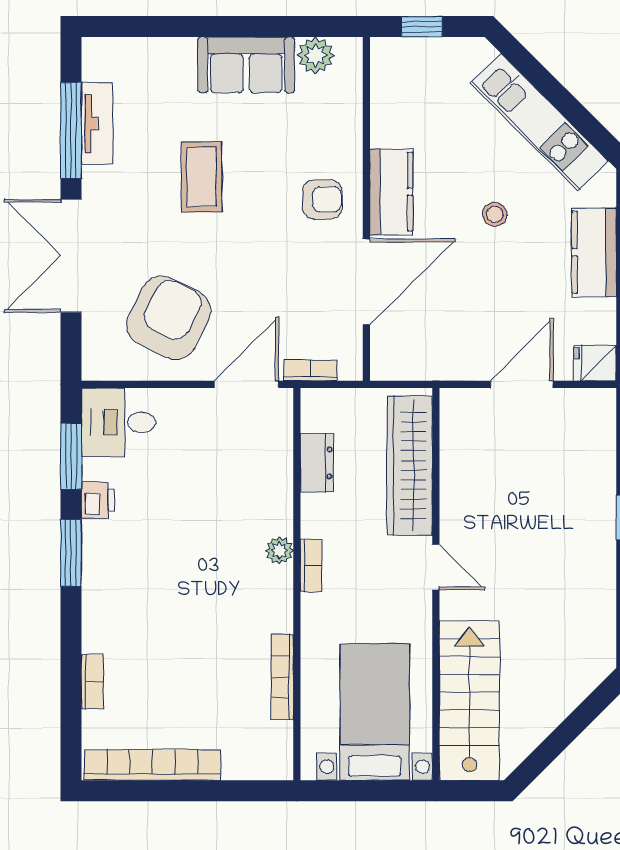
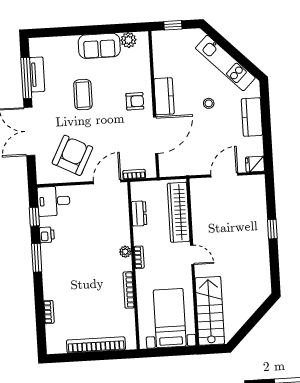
window: (71, 456) -> (34, 217), width x0.67
bookcase: (282, 677) -> (129, 290), moved
bookcase: (152, 765) -> (96, 345), moved

